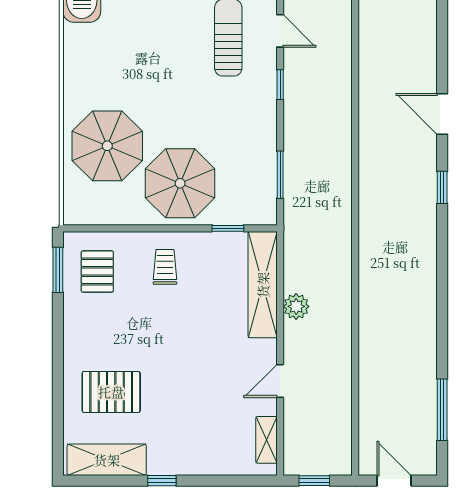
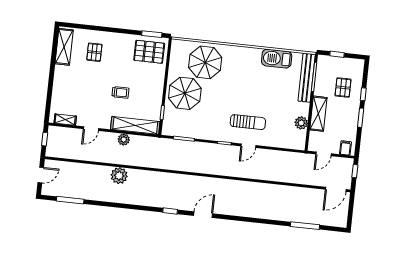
trolley: (165, 267) -> (120, 92), moved
pallet: (97, 271) -> (149, 52), width x1.50, depth x1.42
plant: (377, 308) -> (119, 176), added
door: (280, 381) -> (91, 129), swing flipped
pallet: (111, 392) -> (94, 52), width x0.67, depth x0.71
window: (162, 481) -> (52, 71), removed

